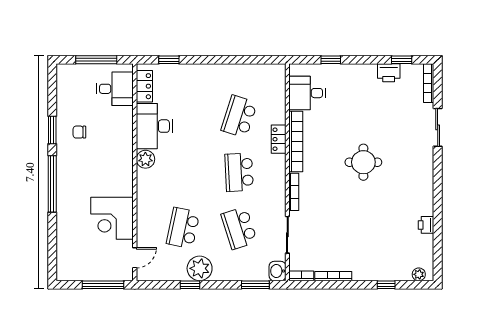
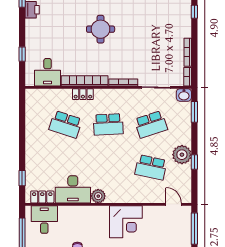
corner desk: (112, 218) -> (126, 222), moved

